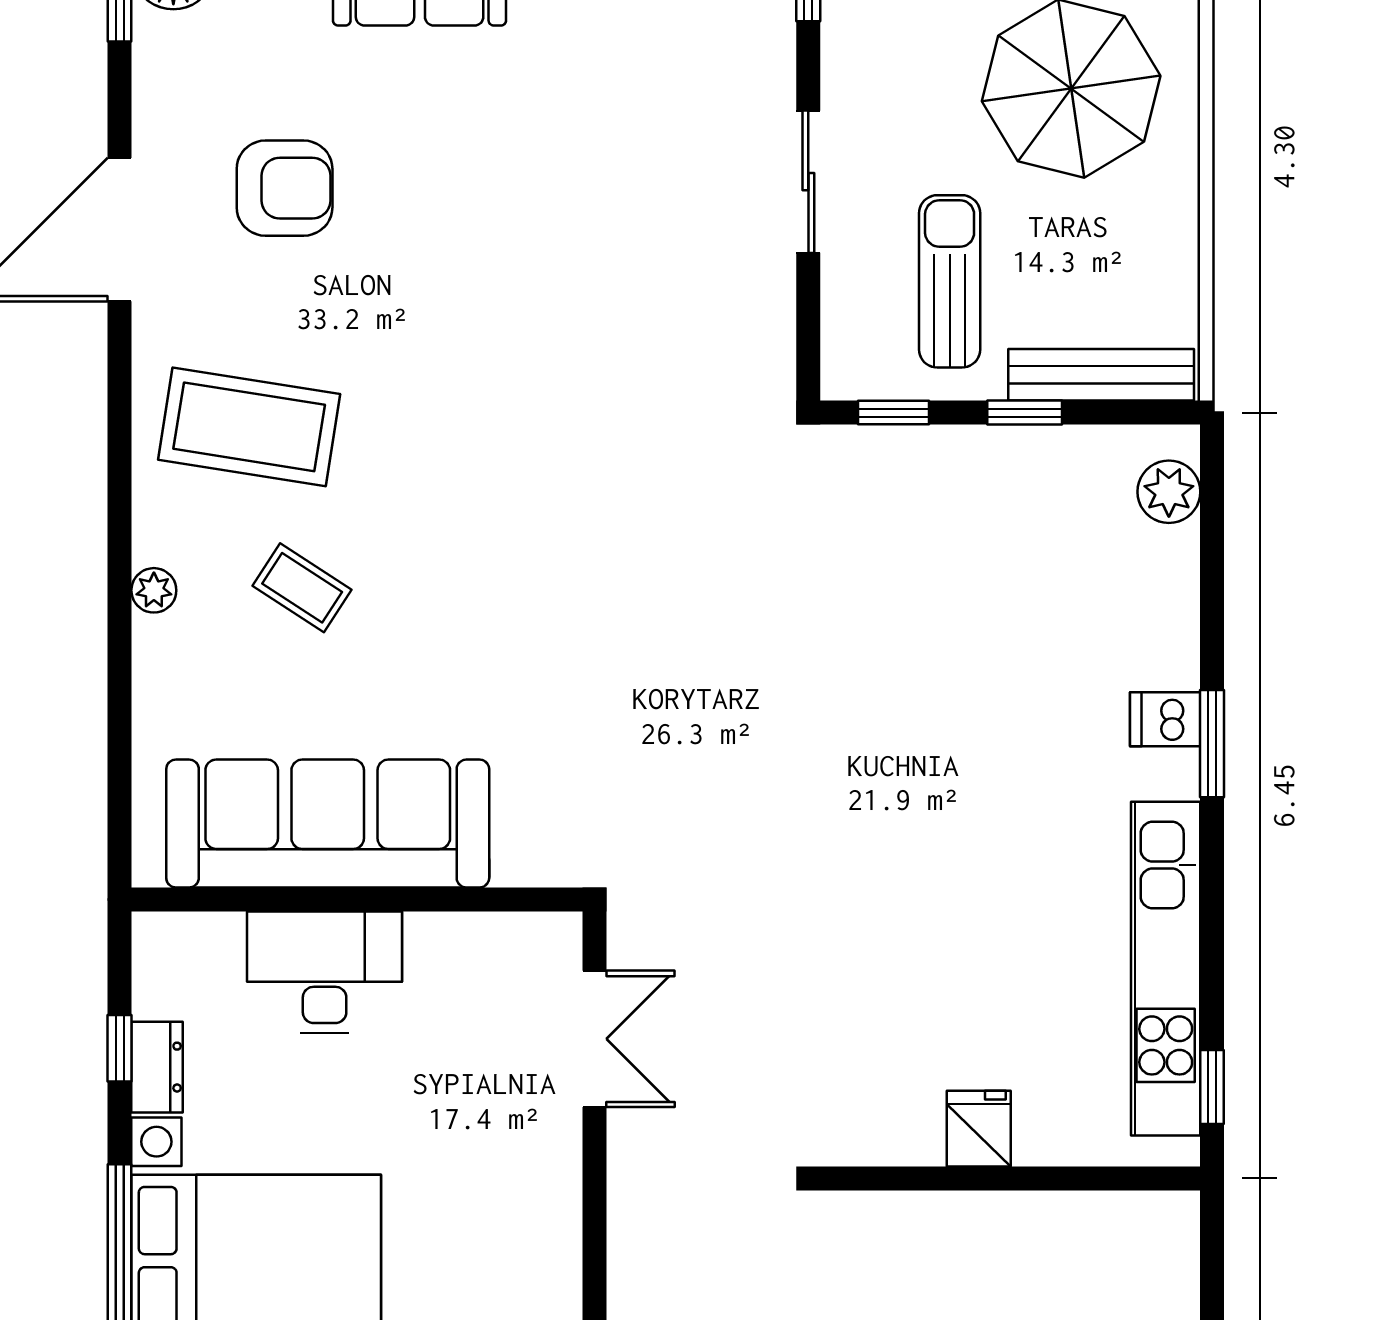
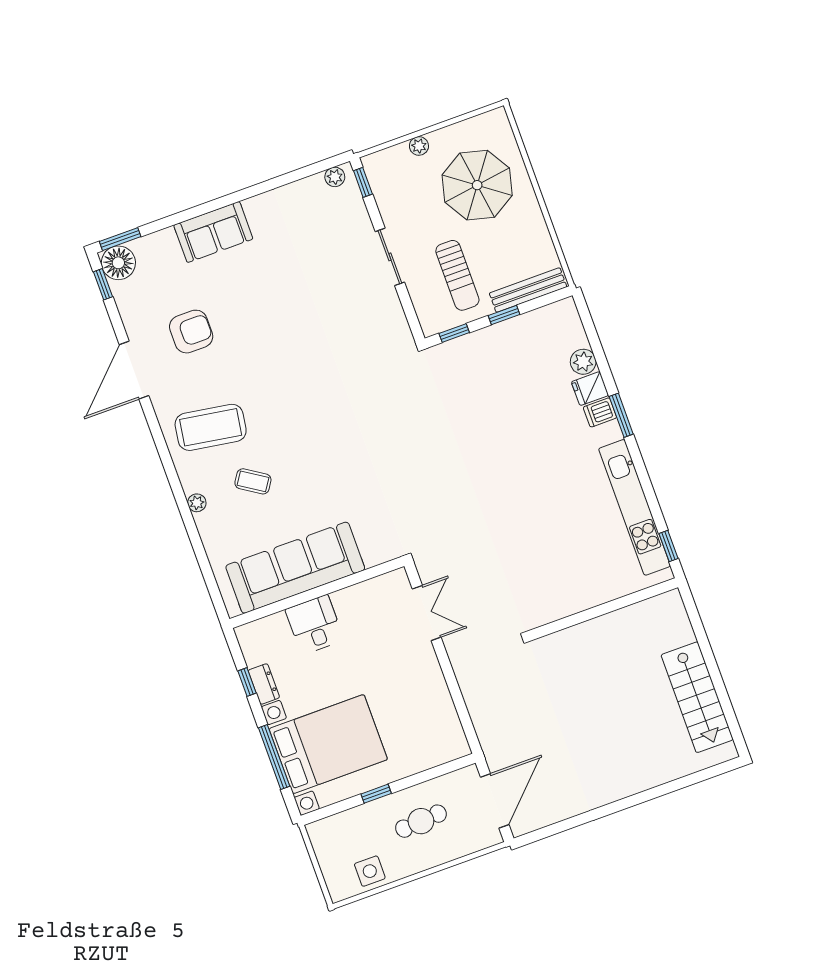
sun lounger: (950, 281) -> (457, 275), turned 180
plant: (1169, 492) -> (583, 362), moved
desk: (325, 972) -> (315, 625), width x0.73
fridge: (979, 1129) -> (590, 389), moved, turned -90

